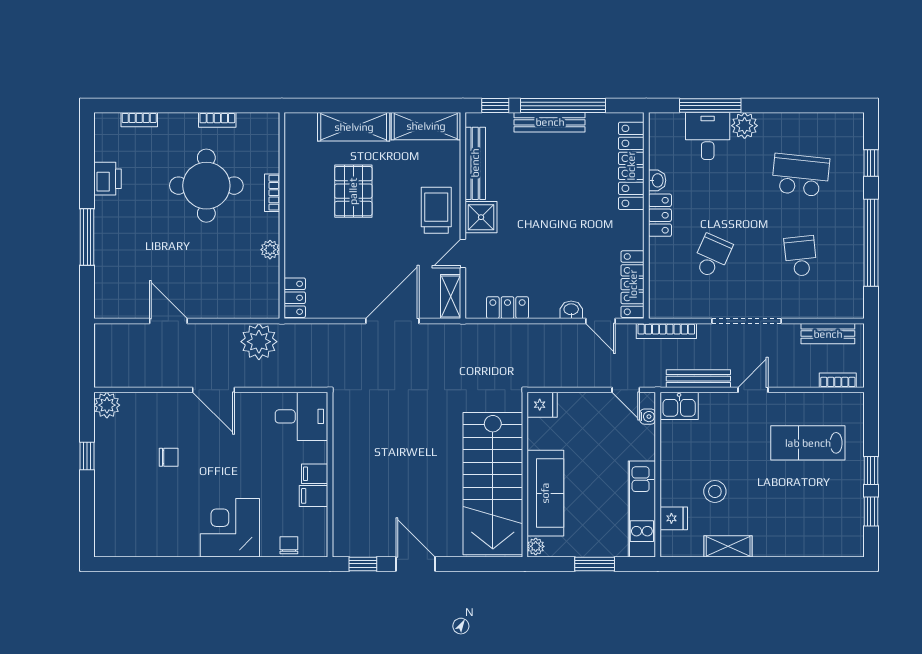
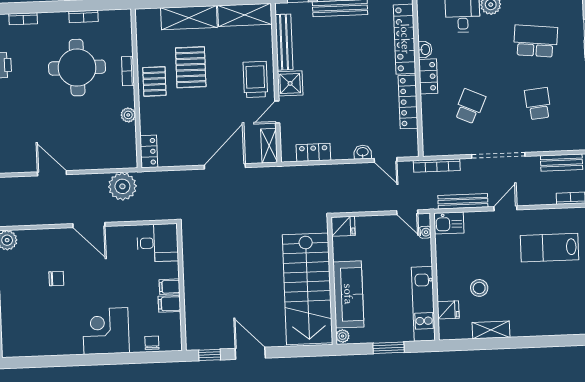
pallet: (306, 208) -> (154, 81), added
locker: (633, 284) -> (408, 102), moved

